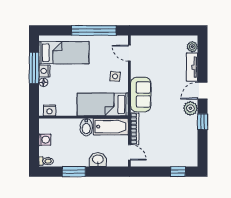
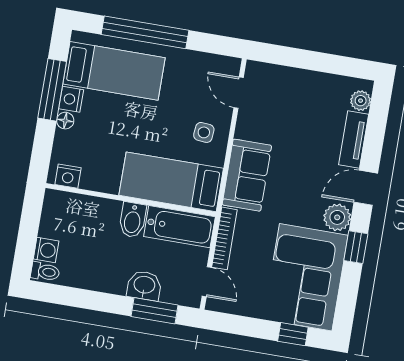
window: (94, 30) -> (145, 32), moved
washing machine: (45, 140) -> (46, 250), moved
corner sofa: (180, 142) -> (306, 277), added
window: (74, 172) -> (155, 311), moved

